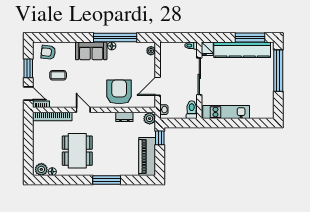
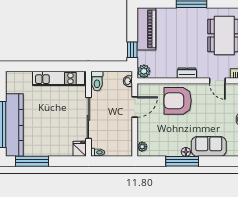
window: (115, 37) -> (182, 161), width x0.68
kitchen counter: (242, 50) -> (14, 125), moved, turned 90
armchair: (119, 92) -> (178, 101), turned 90
dresser: (124, 117) -> (187, 73), moved

